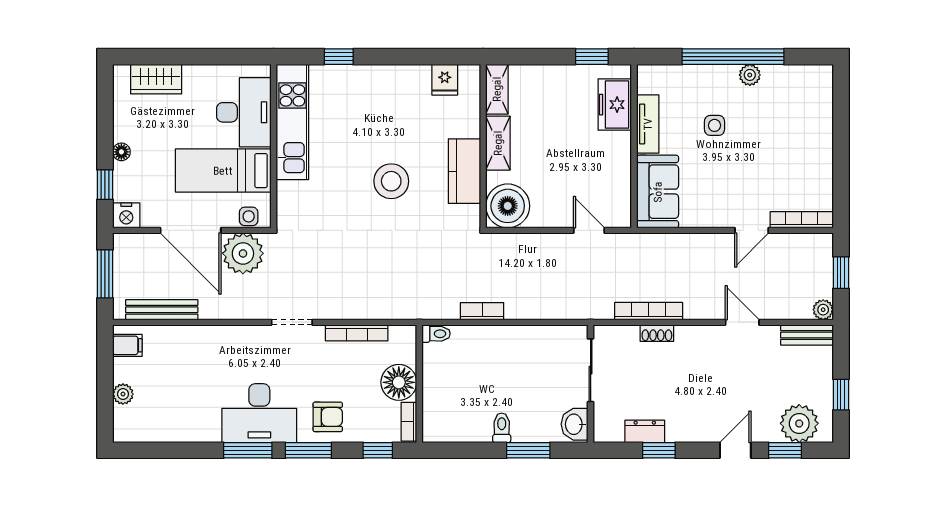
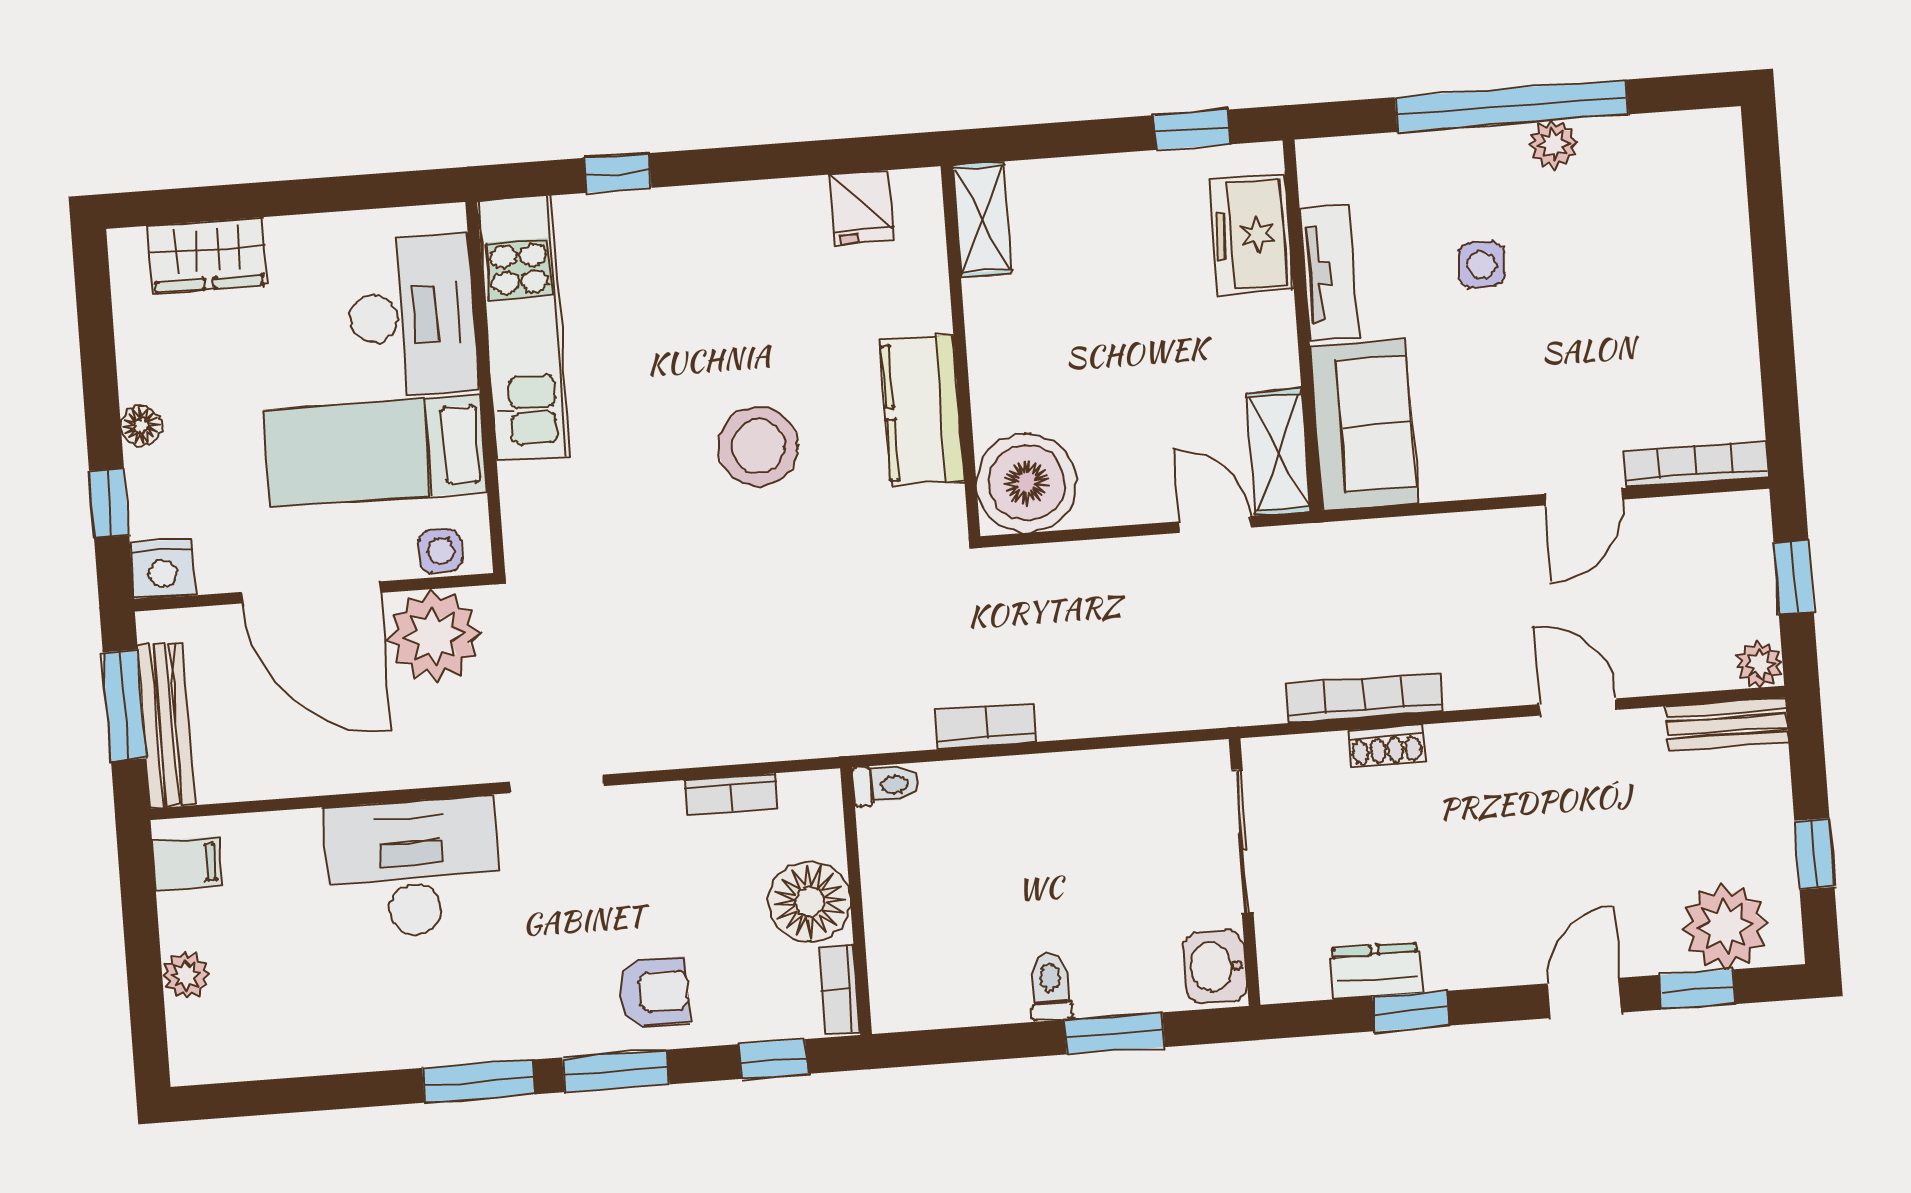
shelving: (498, 143) -> (1278, 452), moved
bench: (162, 310) -> (166, 725), moved, turned 90
bookcase: (357, 333) -> (731, 795), width x0.64
desk: (259, 413) -> (412, 868), moved, turned 180

